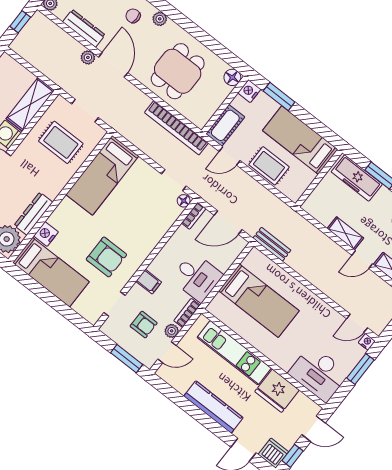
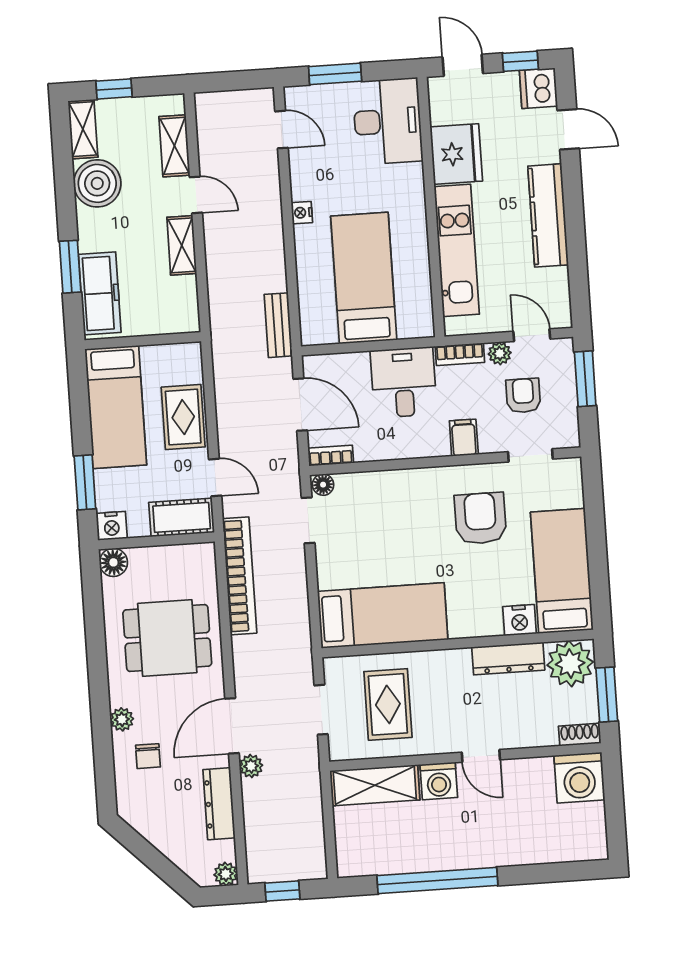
nightstand: (367, 342) -> (302, 213), moved

